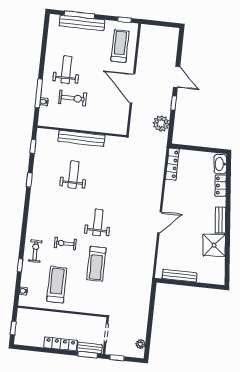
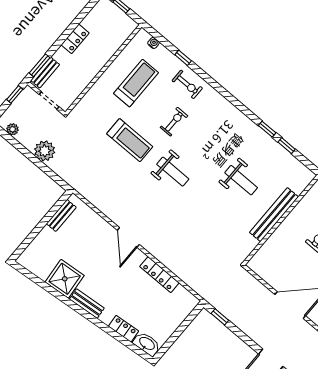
window: (174, 103) -> (220, 317), moved
plant: (161, 123) -> (45, 151), moved
window: (33, 146) -> (287, 146), moved
locker: (172, 164) -> (159, 275), moved
treadmill: (96, 264) -> (130, 140), turned 180
bench: (179, 276) -> (61, 215), width x0.73
treadmill: (57, 285) -> (136, 83), turned -90
locker: (61, 344) -> (75, 39), width x0.66

